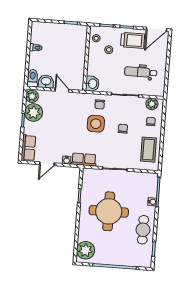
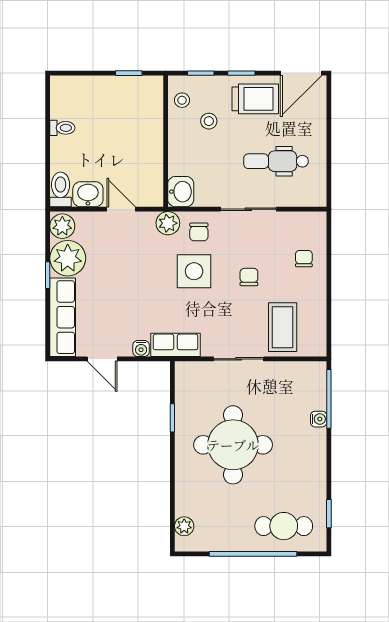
plant: (152, 104) -> (168, 223), moved
row of seats: (28, 148) -> (63, 317), width x1.48
coffee table: (149, 150) -> (283, 327), moved
door: (47, 164) -> (102, 359), hinge flipped
cafe table: (143, 230) -> (284, 526), moved, turned 90
plant: (86, 250) -> (184, 526), width x0.53, depth x0.53

